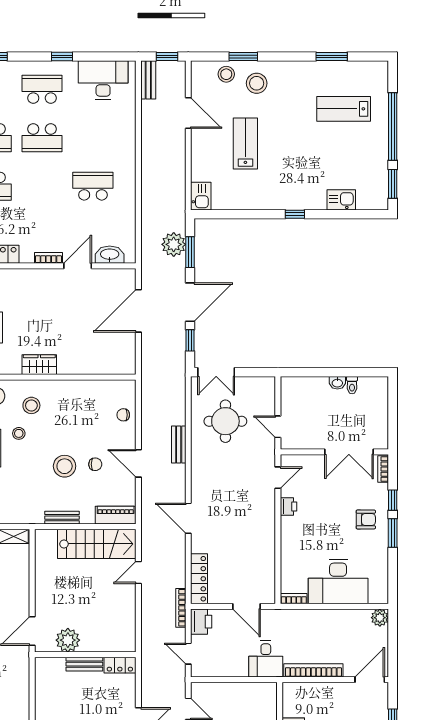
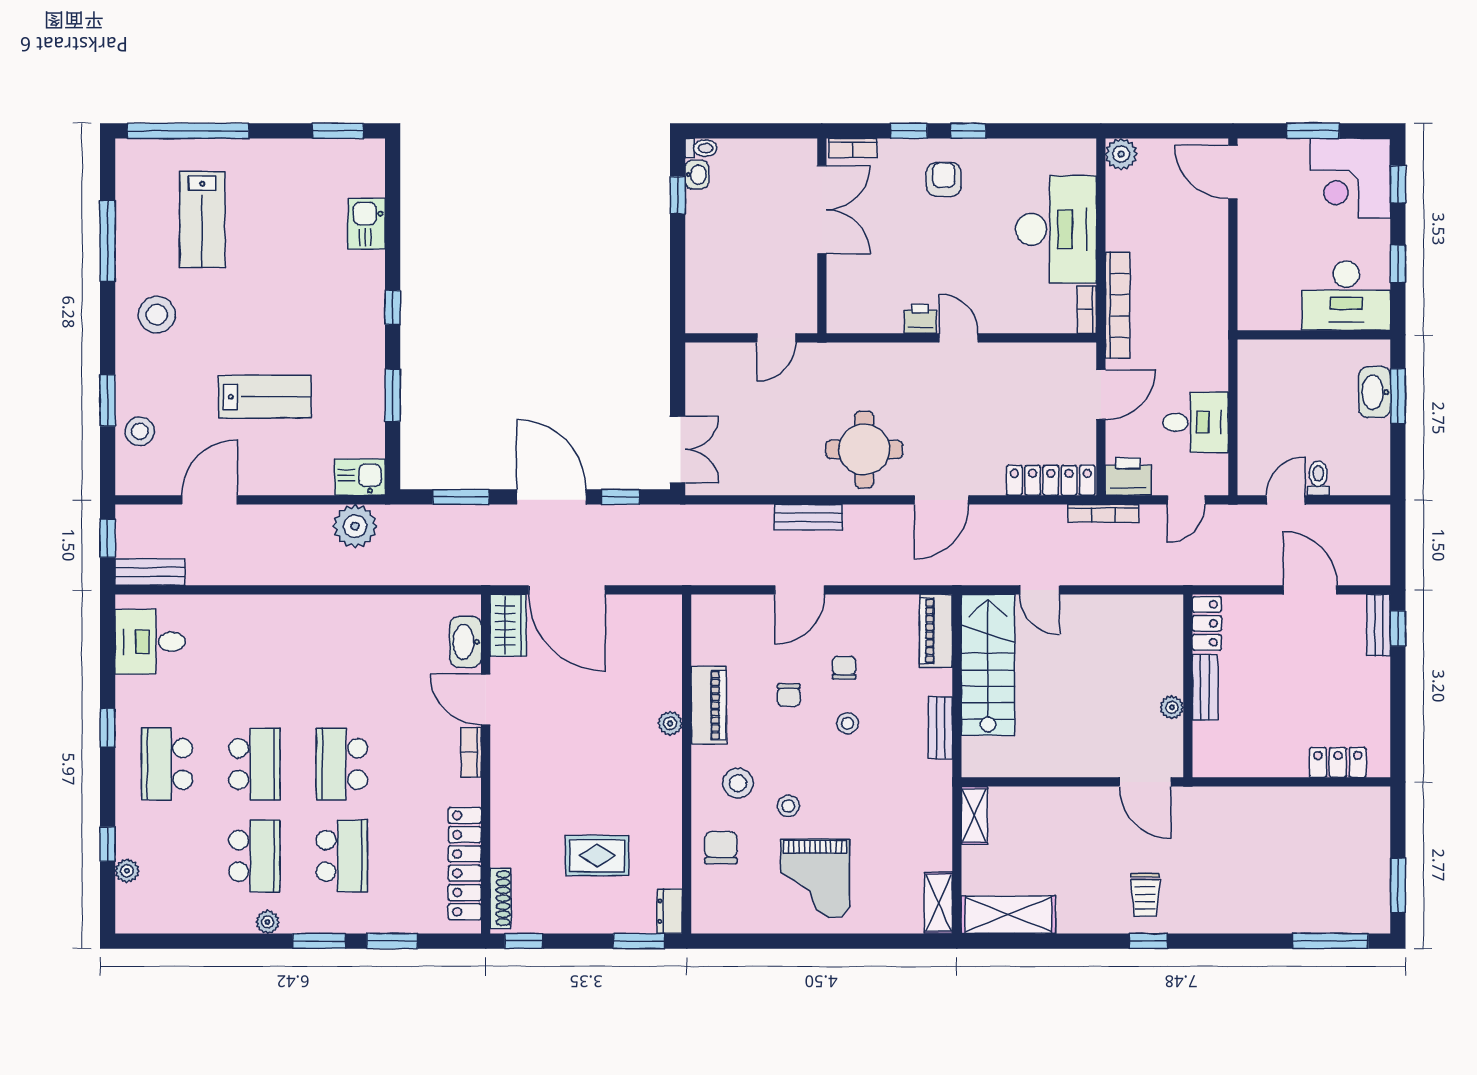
window: (332, 56) -> (108, 241), width x1.44
desk: (103, 80) -> (150, 642), width x0.73
stool: (257, 83) -> (157, 315), moved
window: (393, 126) -> (188, 131), moved
lab bench: (245, 143) -> (265, 397), turned 180
school desk: (93, 186) -> (342, 764), moved
window: (246, 214) -> (393, 395), added
plant: (174, 244) -> (355, 526), moved
wardrobe: (39, 365) -> (508, 625), moved, turned 180
plant: (64, 368) -> (670, 723), added
window: (357, 372) -> (678, 195), added
washbasin: (337, 383) -> (697, 175), moved
toilet: (352, 385) -> (701, 148), moved
piano: (75, 389) -> (709, 705), added
chair: (123, 415) -> (789, 695), moved
round table: (225, 421) -> (864, 449), moved
door: (138, 463) -> (800, 590), moved
stool: (65, 466) -> (848, 723), width x0.53, depth x0.53
door: (278, 478) -> (959, 338), moved
window: (393, 533) -> (968, 131), width x0.67
plant: (68, 640) -> (1172, 707), width x0.53, depth x0.53
desk: (266, 659) -> (1196, 422), moved
bookcase: (313, 670) -> (1117, 305), moved, turned 180

